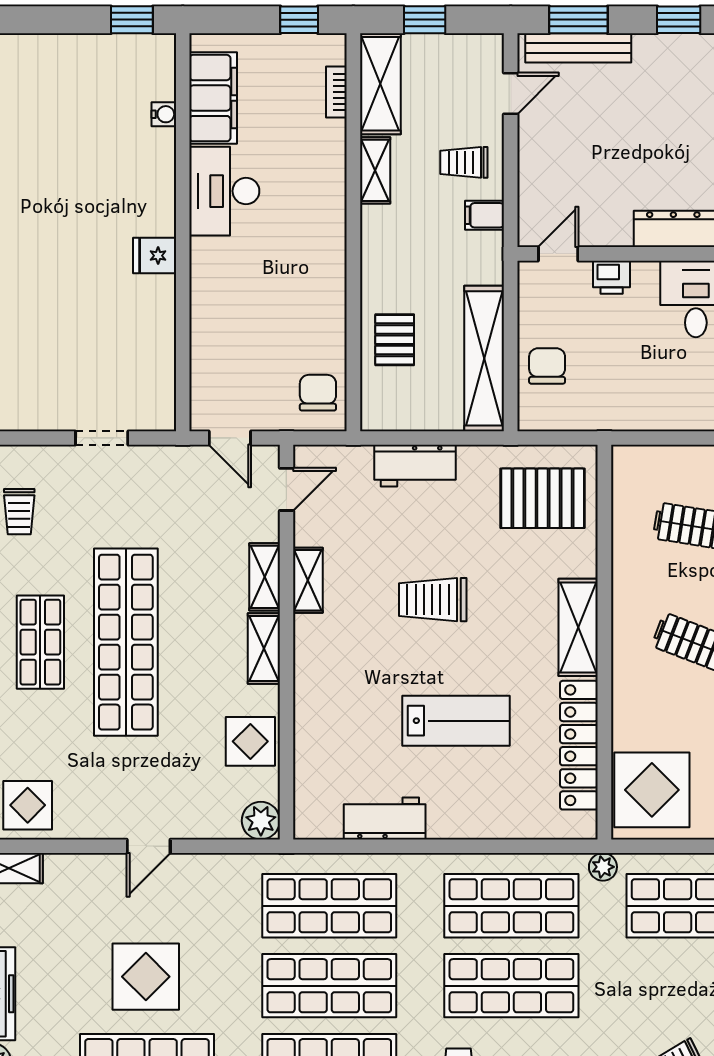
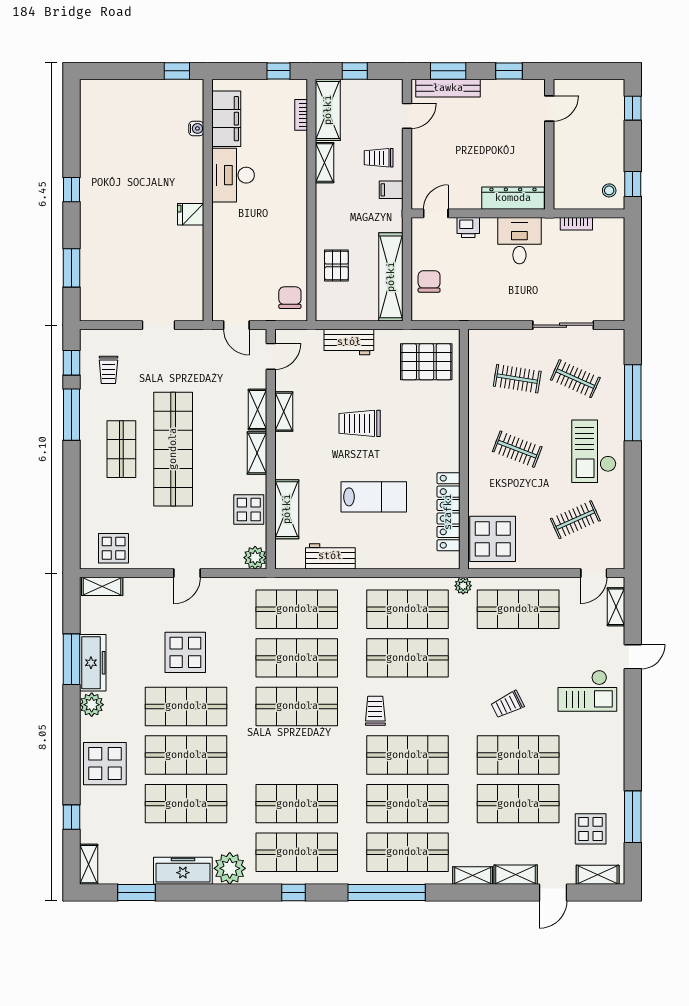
shelving: (578, 627) -> (287, 509), moved

